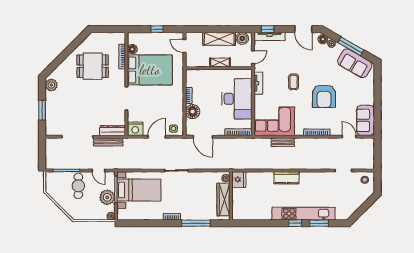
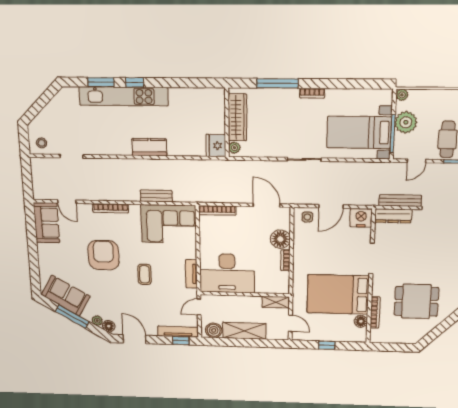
shelving: (220, 63) -> (276, 302), moved
desk: (237, 99) -> (227, 273), moved, turned -90
door: (99, 170) -> (416, 161), swing flipped

